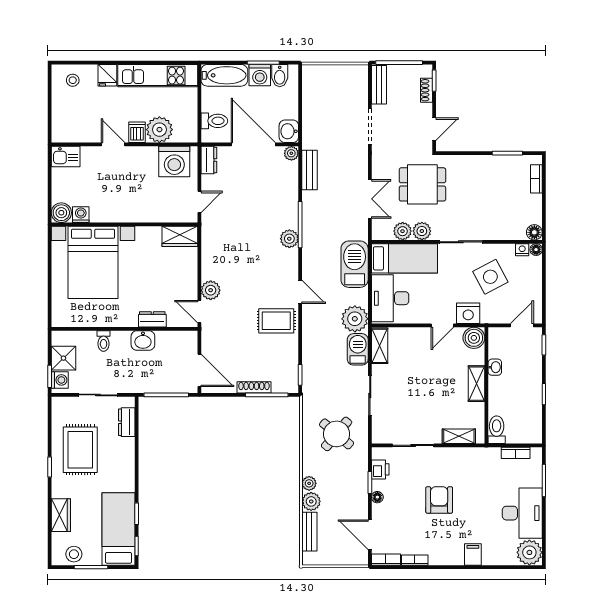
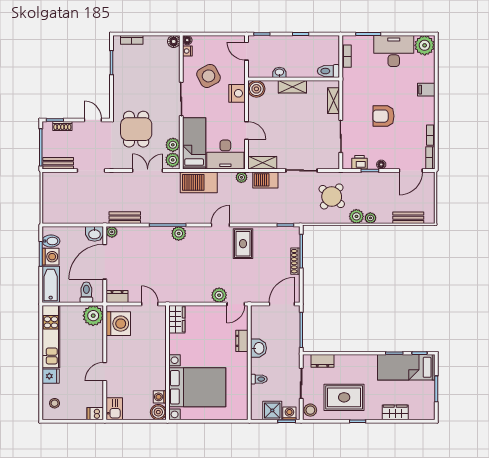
plant: (159, 130) -> (93, 316), moved
dishwasher: (137, 132) -> (95, 414), moved
plant: (422, 231) -> (173, 160), moved
plant: (355, 319) -> (241, 177), width x0.53, depth x0.53
door: (442, 325) -> (247, 130), moved
plant: (311, 501) -> (356, 216), moved
stool: (74, 554) -> (310, 410), moved

